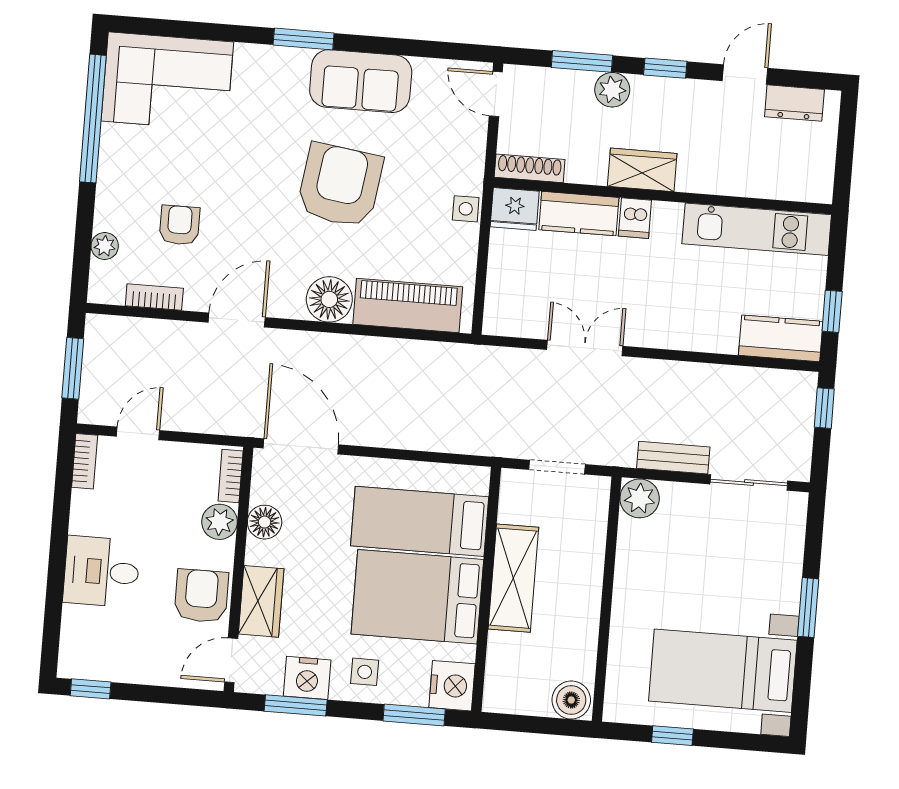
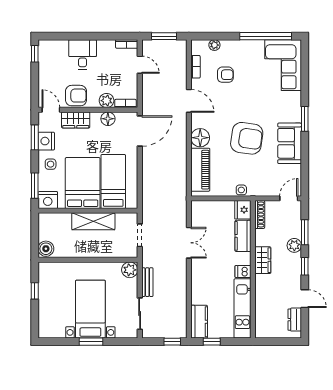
dishwasher: (635, 218) -> (243, 272), moved
bed with nightstands: (723, 671) -> (90, 309), moved

